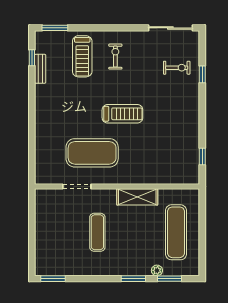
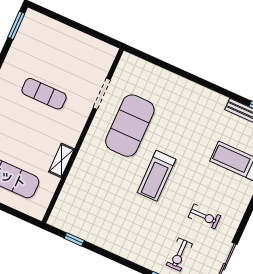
exercise bike: (115, 57) -> (204, 216), moved
shelving: (137, 197) -> (61, 160), width x0.67, depth x0.75

